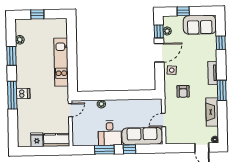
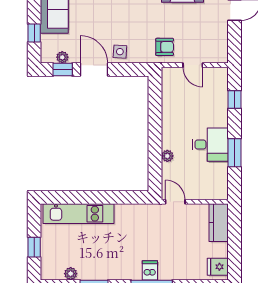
kitchen unit: (61, 62) -> (79, 214), moved
armchair: (183, 91) -> (165, 47), moved
sofa: (142, 136) -> (216, 97), removed
fridge: (37, 140) -> (218, 267), moved
window: (129, 149) -> (234, 99), moved

